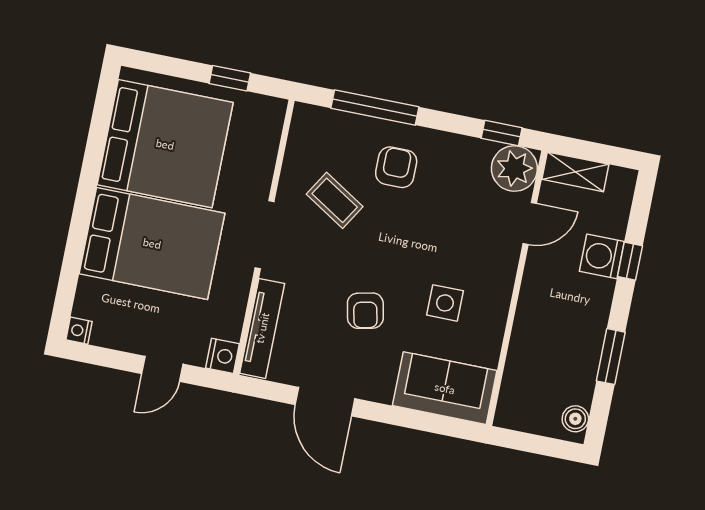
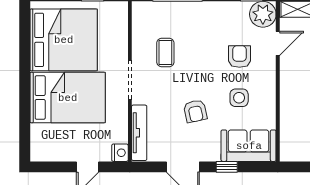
armchair: (396, 167) -> (239, 57), moved
coffee table: (335, 200) -> (165, 53), turned 58
nightstand: (79, 331) -> (36, 155), removed
window: (400, 417) -> (227, 167), added

